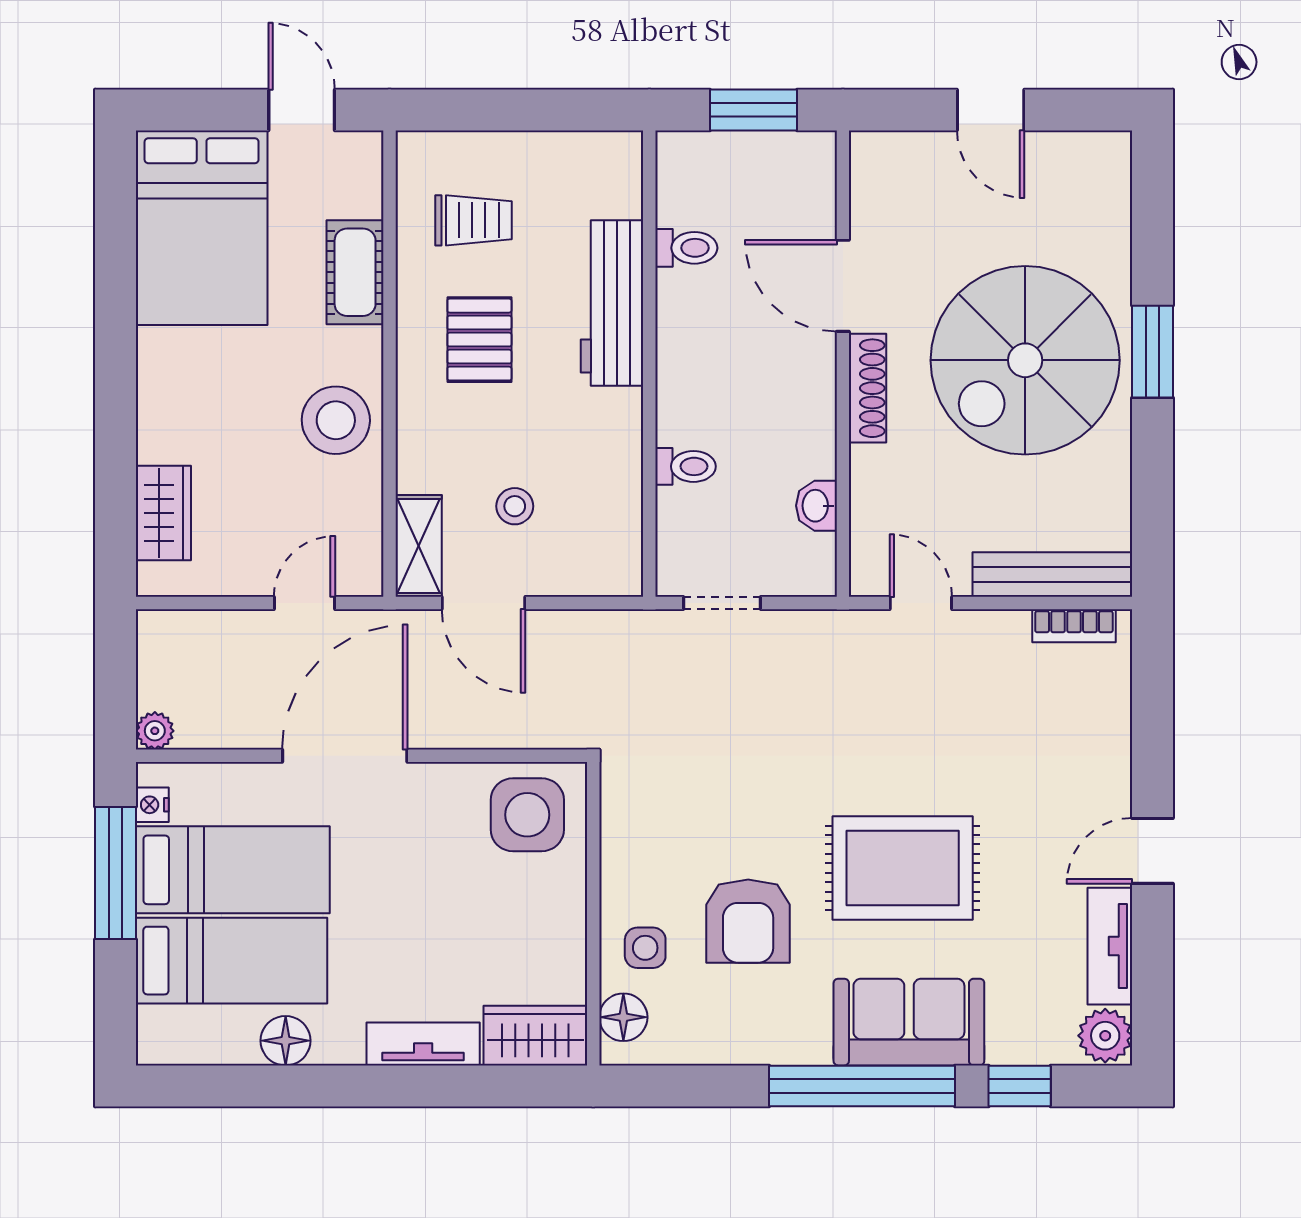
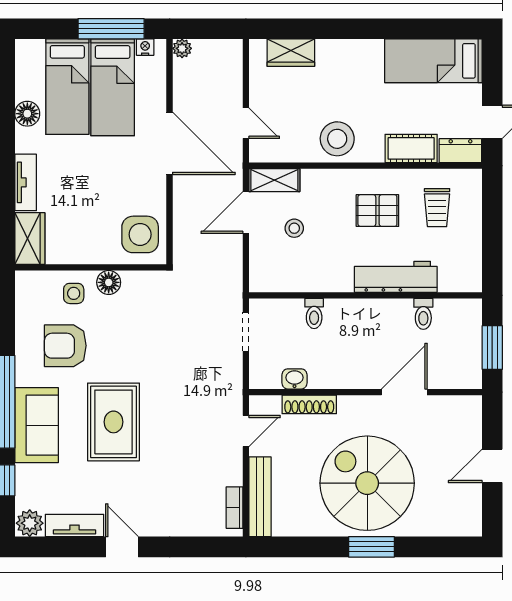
dresser: (359, 173) -> (460, 151), added
bed: (202, 228) -> (433, 61), width x0.67
shoe rack: (868, 388) -> (309, 404), moved
armchair: (748, 921) -> (65, 346), moved
floor lamp: (623, 1017) -> (109, 282), moved

